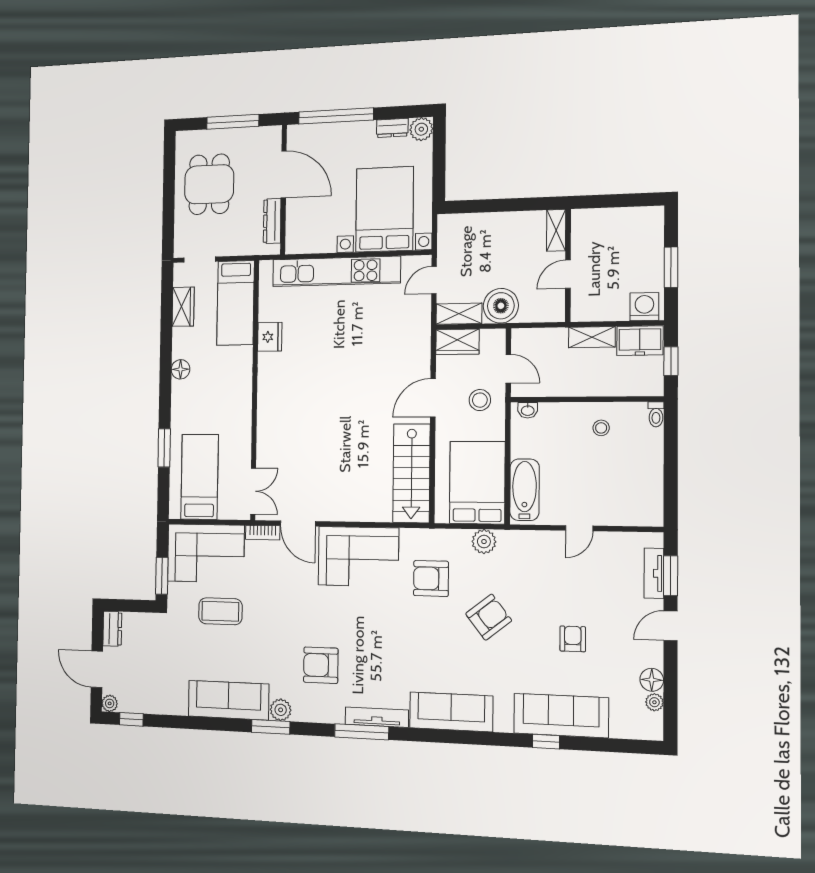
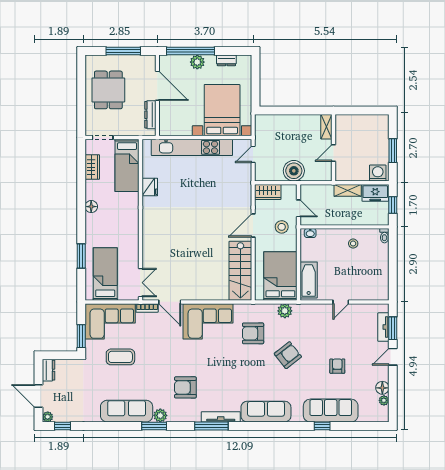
plant: (421, 129) -> (197, 62), moved
shelving: (459, 314) -> (269, 175), removed

